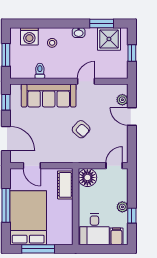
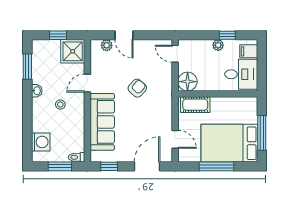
shower: (109, 39) -> (73, 51), moved
stool: (52, 43) -> (60, 105), moved
toilet: (40, 71) -> (76, 157), moved
door: (86, 81) -> (87, 83), hinge flipped
door: (132, 116) -> (124, 35), hinge flipped
door: (32, 166) -> (175, 139), hinge flipped

